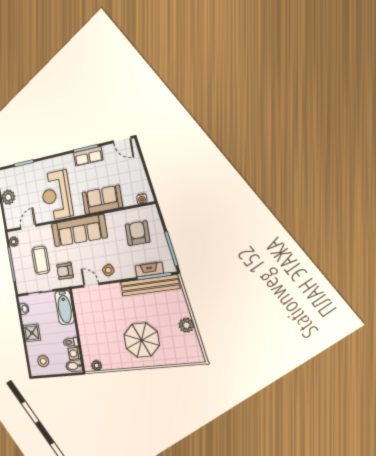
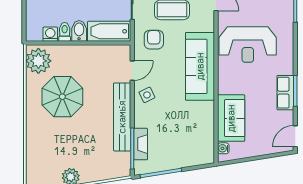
reception desk: (56, 195) -> (248, 44), turned 180
sofa: (102, 200) -> (231, 118), moved
armchair: (138, 233) -> (185, 137), removed
bench: (150, 285) -> (122, 117), moved
parasol: (142, 340) -> (62, 97), moved
bidet: (74, 366) -> (79, 31), moved
plant: (97, 366) -> (38, 61), width x1.87, depth x1.87

